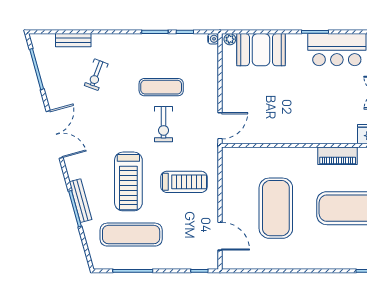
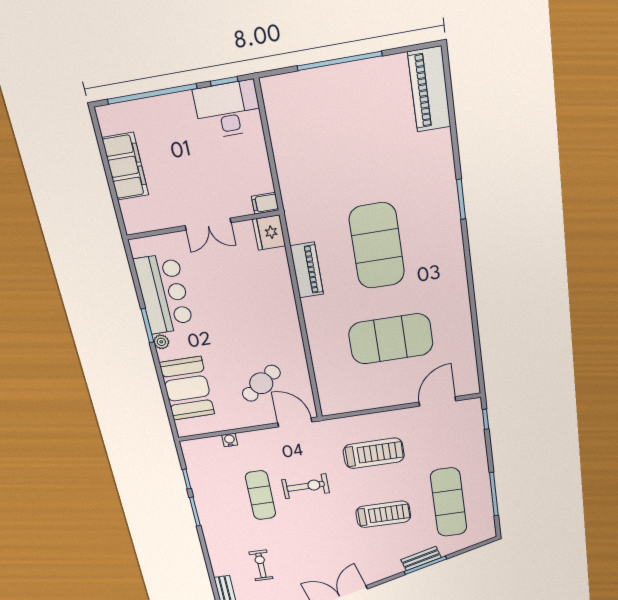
water cooler: (213, 39) -> (230, 440), moved
plant: (230, 39) -> (161, 342), moved
exercise bike: (96, 75) -> (261, 565), turned -111
cafe table: (256, 106) -> (261, 383), added
treadmill: (128, 181) -> (383, 514), width x0.73, depth x0.73
treadmill: (184, 182) -> (374, 453), turned 90
bench: (81, 201) -> (421, 559), width x0.73

